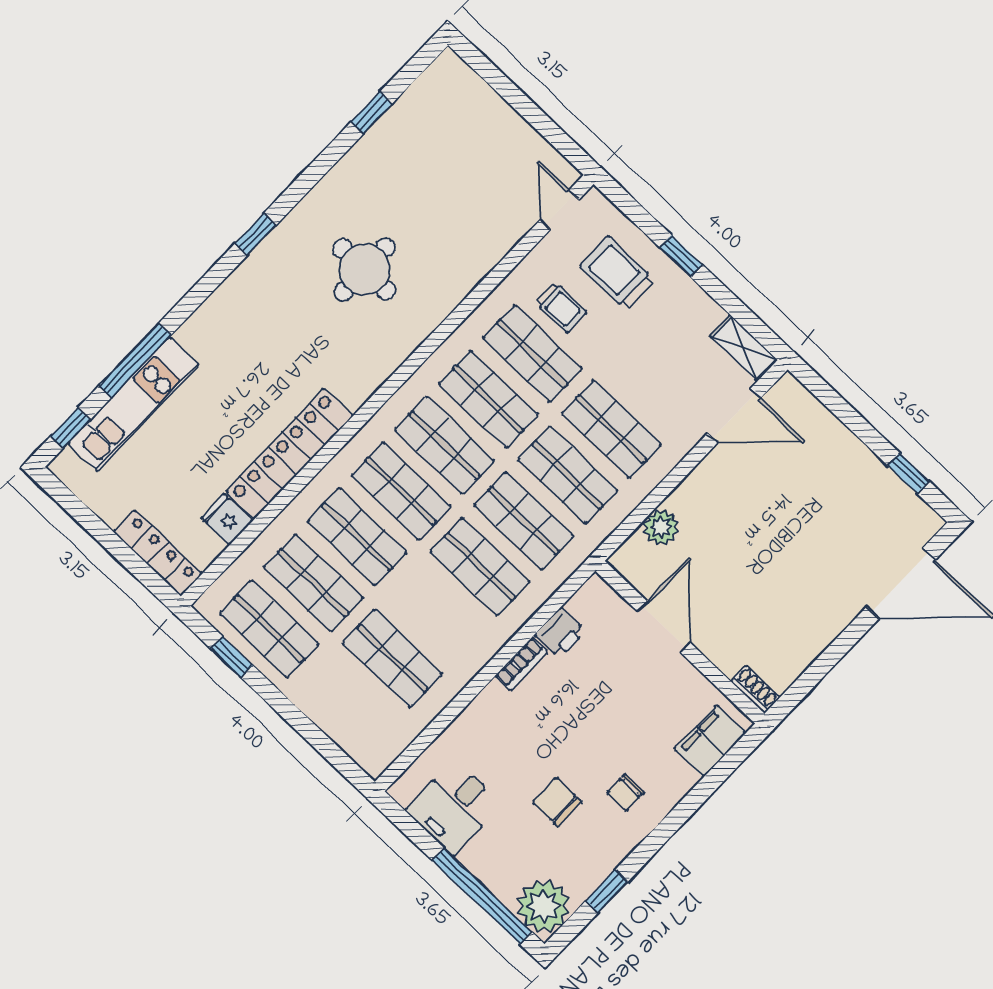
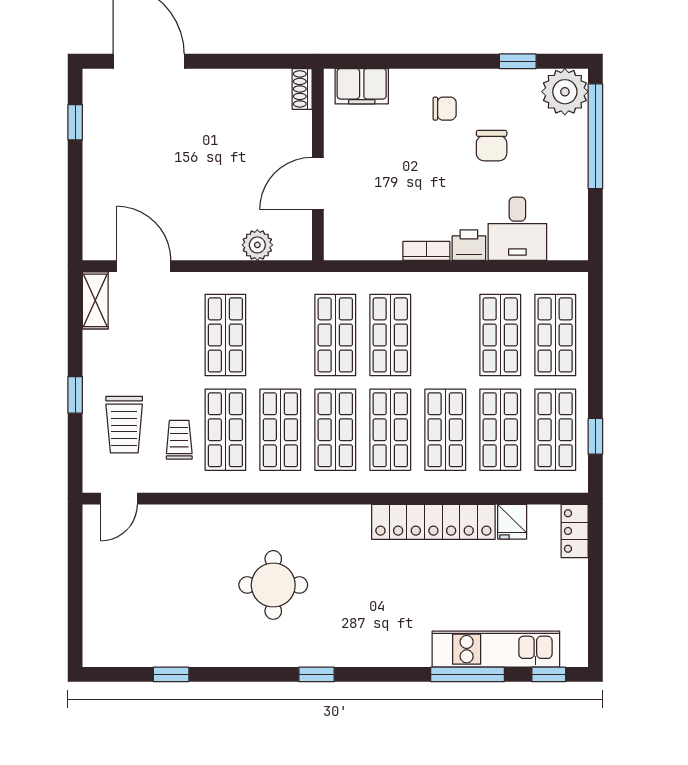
shop shelf: (568, 475) -> (555, 335), moved
locker: (158, 553) -> (575, 531), width x0.66
printer: (560, 633) -> (469, 245), moved
desk: (454, 807) -> (517, 229), moved, turned 90

